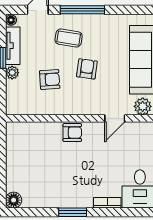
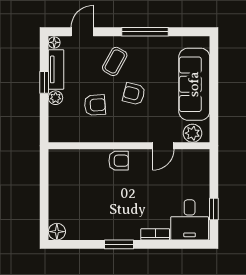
window: (82, 10) -> (145, 32), moved
coffee table: (69, 38) -> (115, 61), turned -70
armchair: (87, 69) -> (134, 94), turned -84

